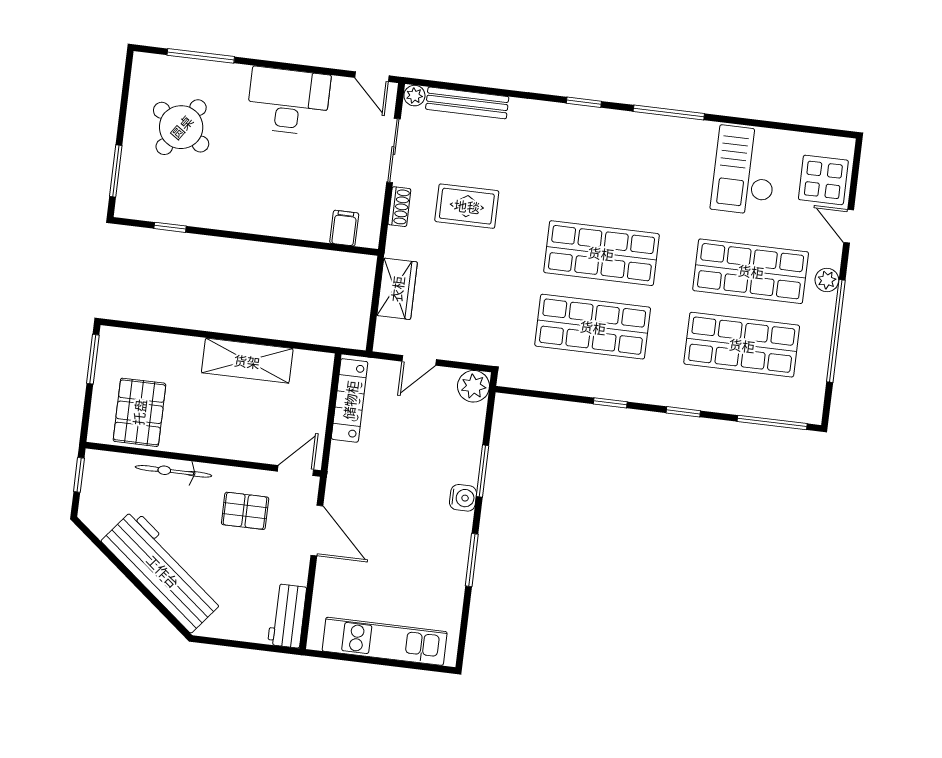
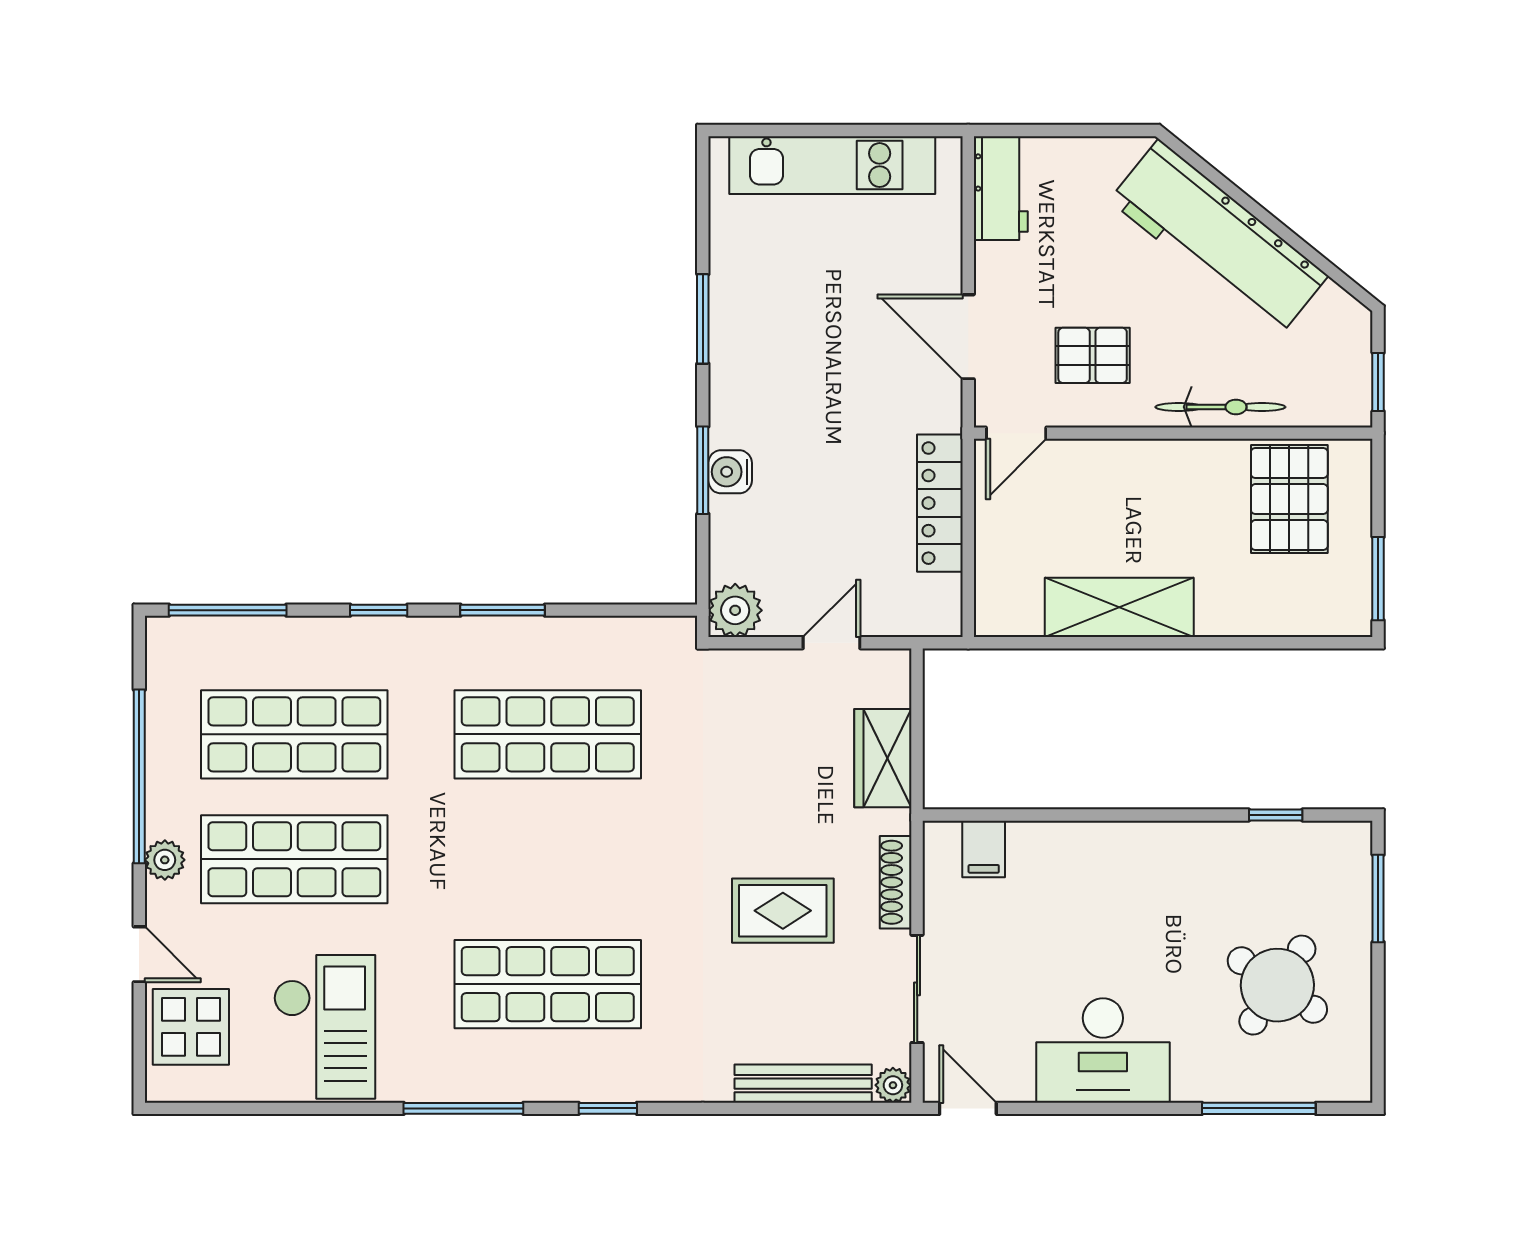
shoe rack: (399, 207) -> (896, 882), width x1.43
shop shelf: (601, 253) -> (548, 984), moved
locker: (350, 400) -> (940, 503), moved
window: (610, 403) -> (503, 610), width x1.50
water cooler: (463, 498) -> (730, 472), moved

